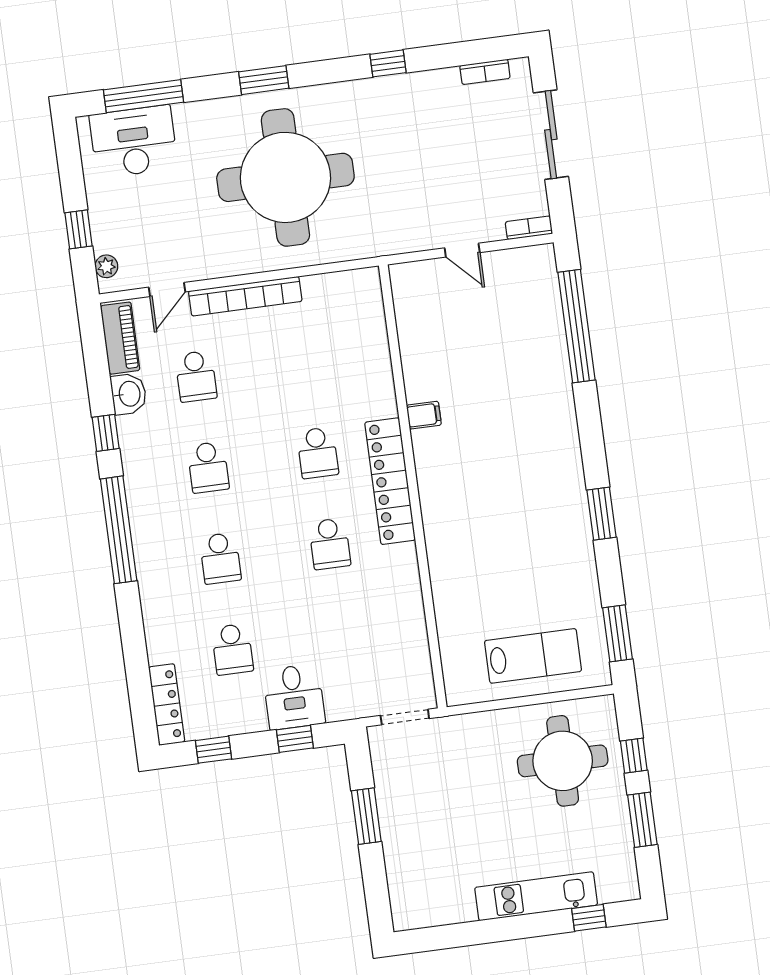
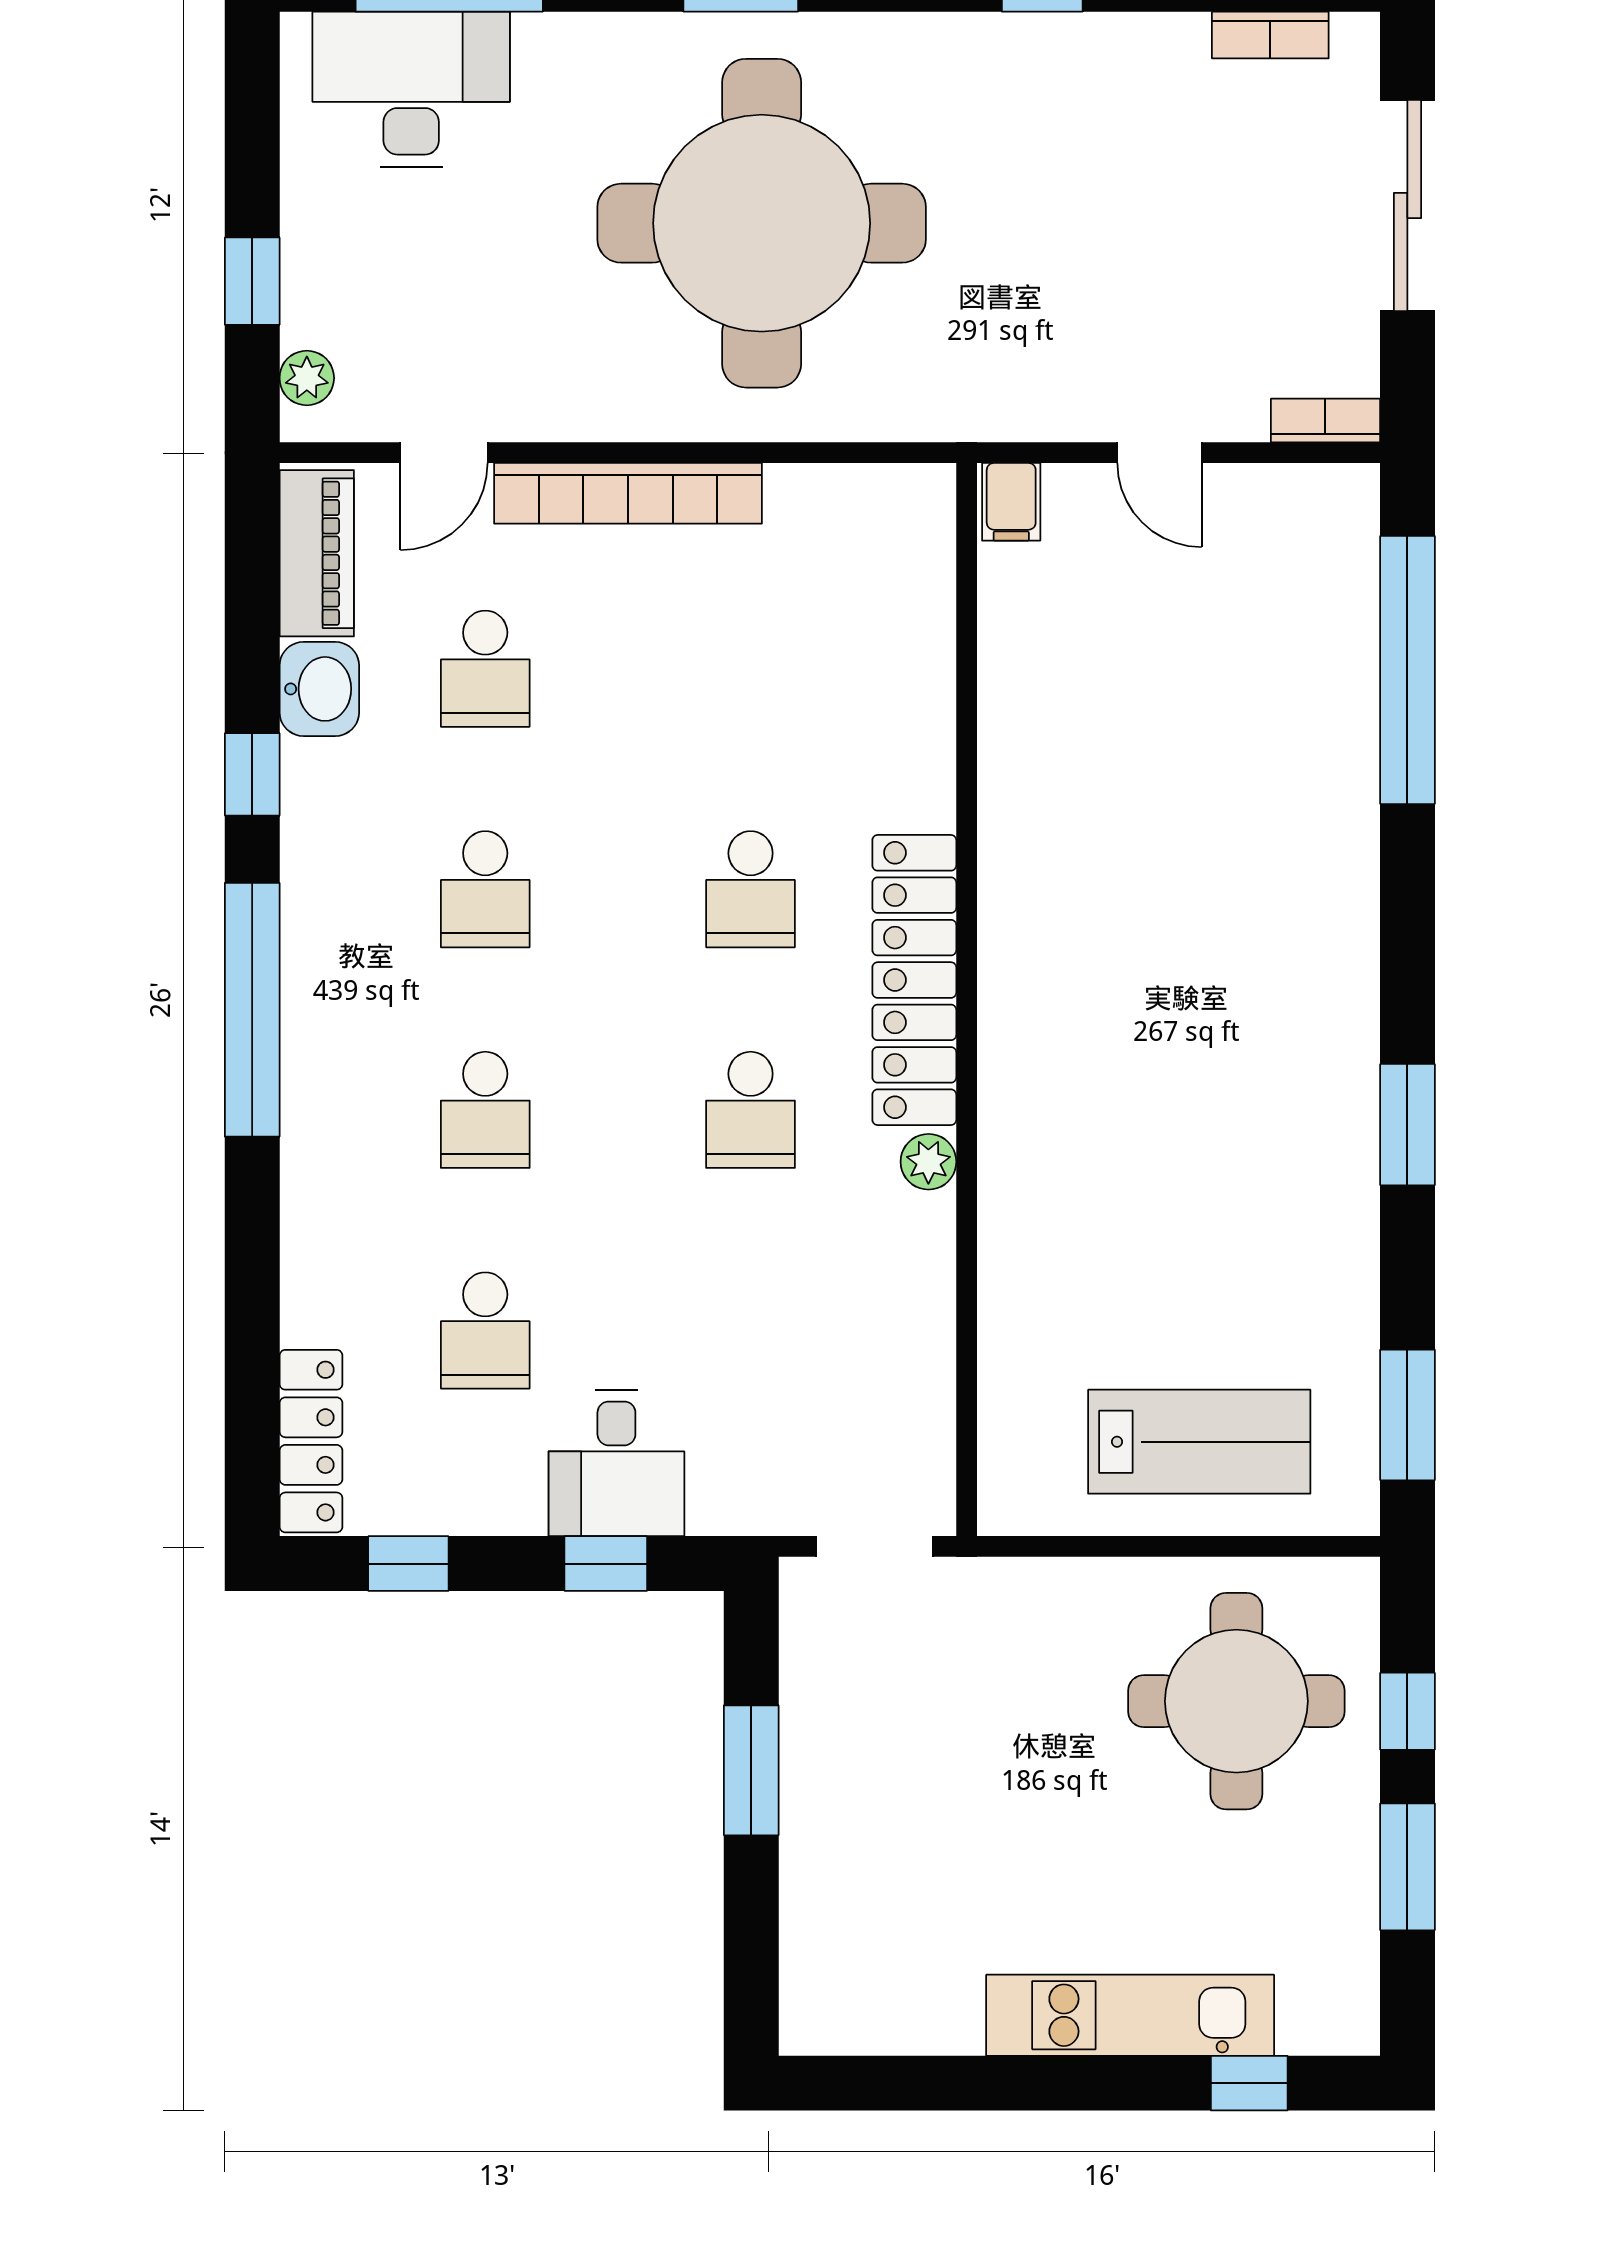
filing cabinet: (424, 415) -> (1011, 502), moved, turned 90
plant: (406, 555) -> (928, 1162), added

